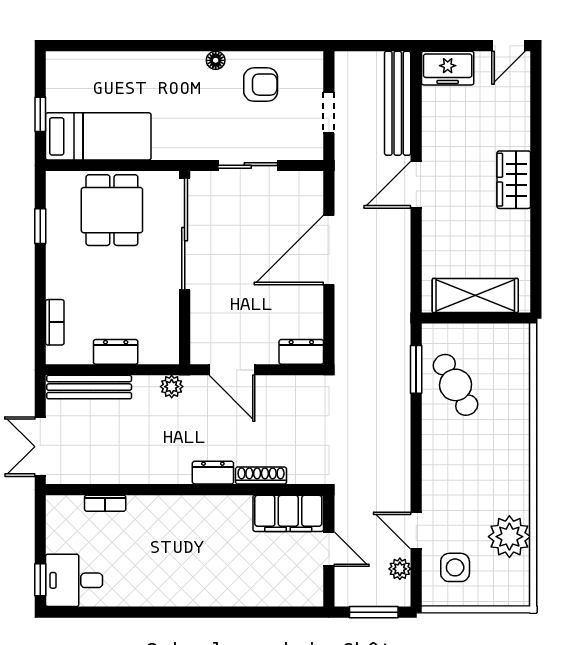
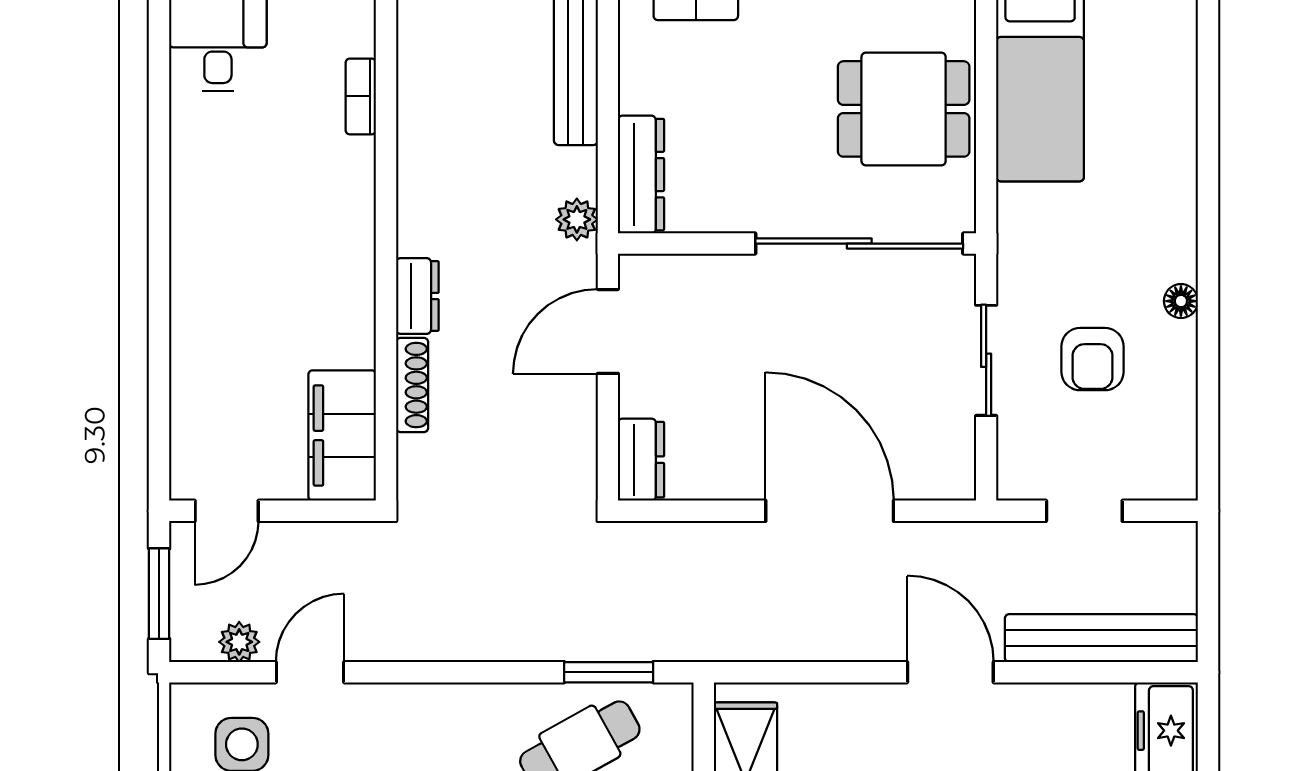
armchair: (261, 85) -> (1092, 359), moved
dresser: (116, 352) -> (641, 175), moved, width x1.44
door: (329, 549) -> (227, 511), moved

